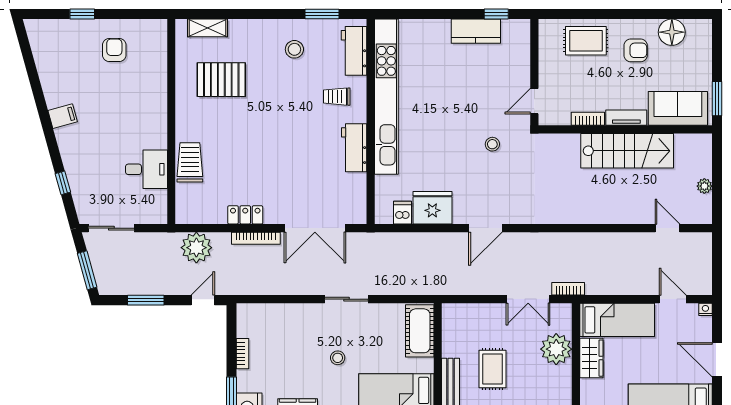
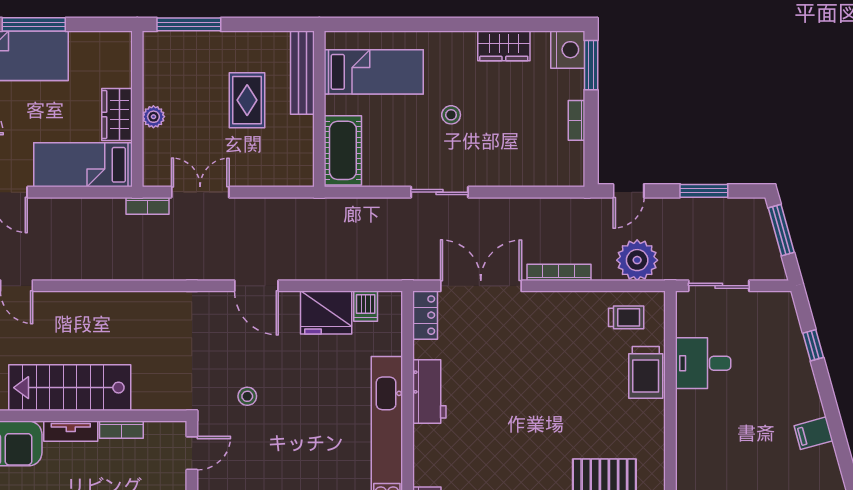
trolley: (337, 97) -> (626, 317), moved
locker: (245, 215) -> (425, 315), moved, turned -90
sliding door: (111, 228) -> (719, 286), moved
door: (485, 228) -> (256, 286), swing flipped
plant: (556, 349) -> (153, 117), width x0.53, depth x0.53

